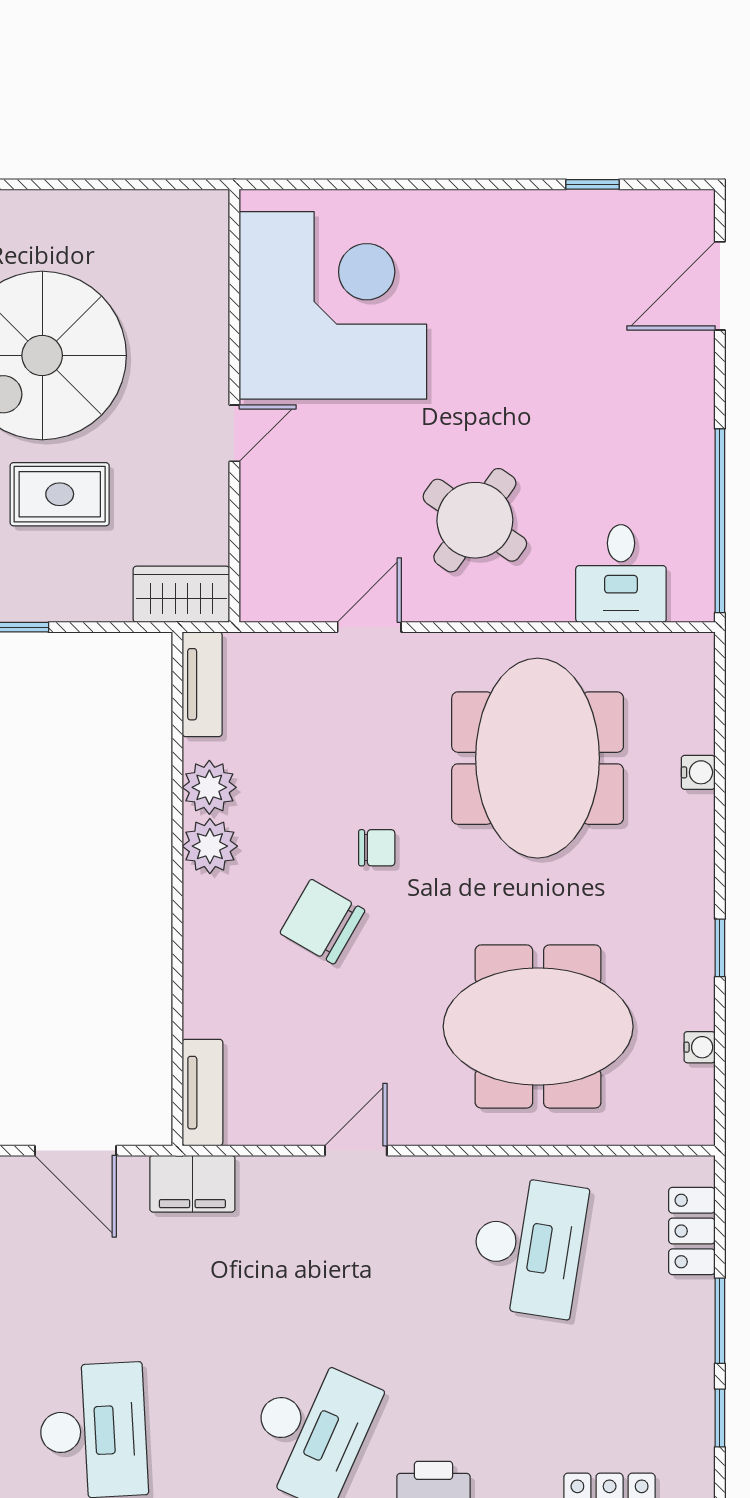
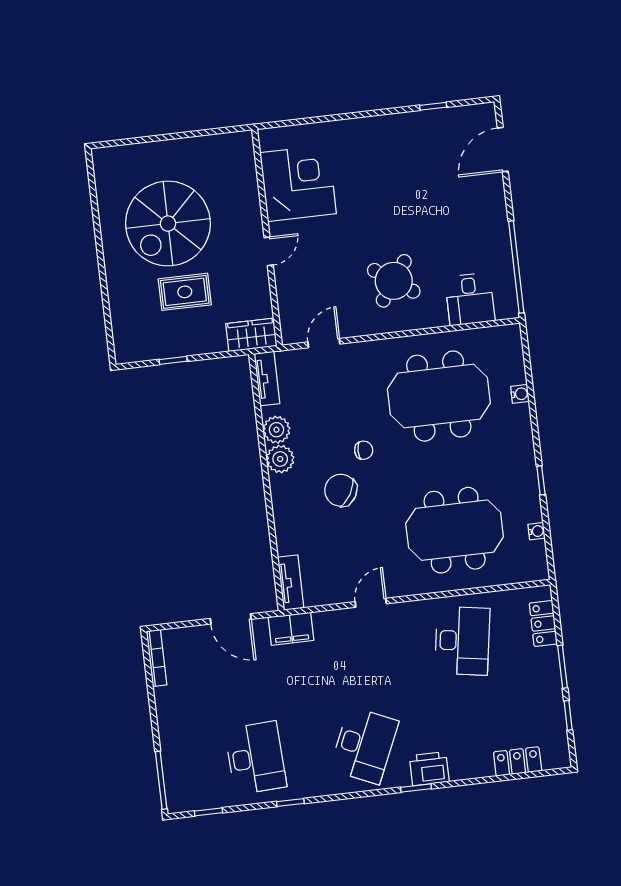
corner desk: (333, 305) -> (298, 183), width x0.74, depth x0.74
door: (369, 627) -> (324, 343), moved
meeting table: (538, 758) -> (439, 396), turned 90

